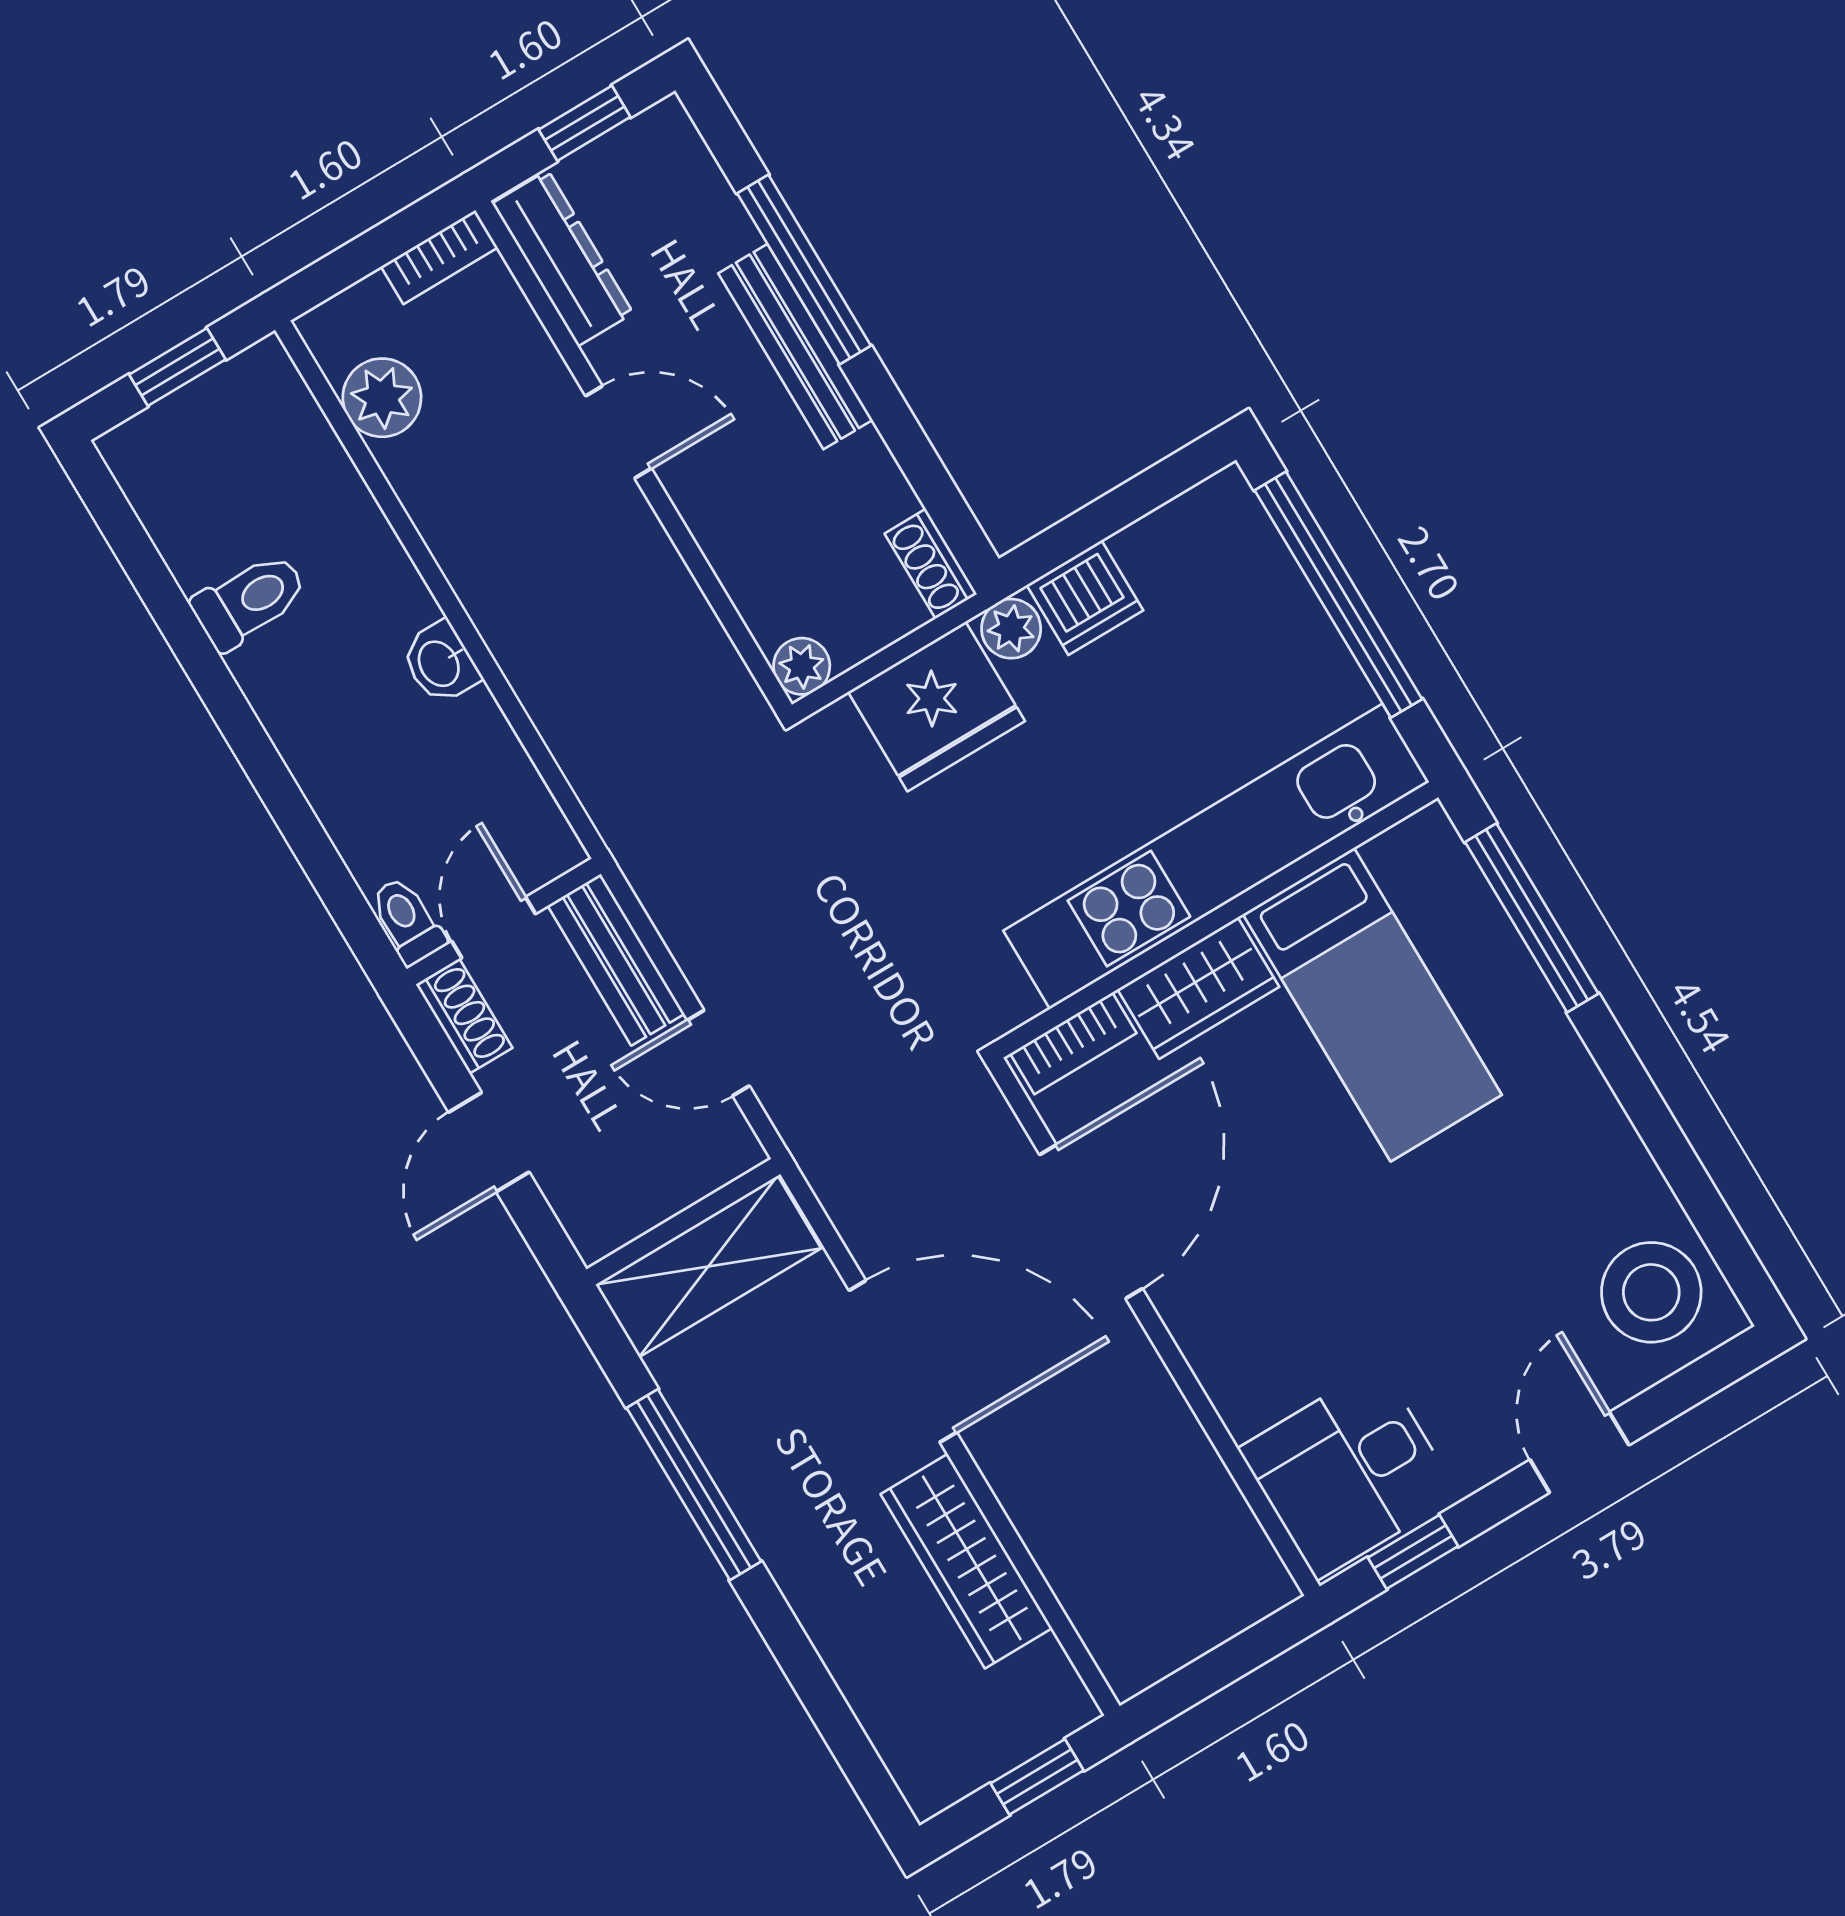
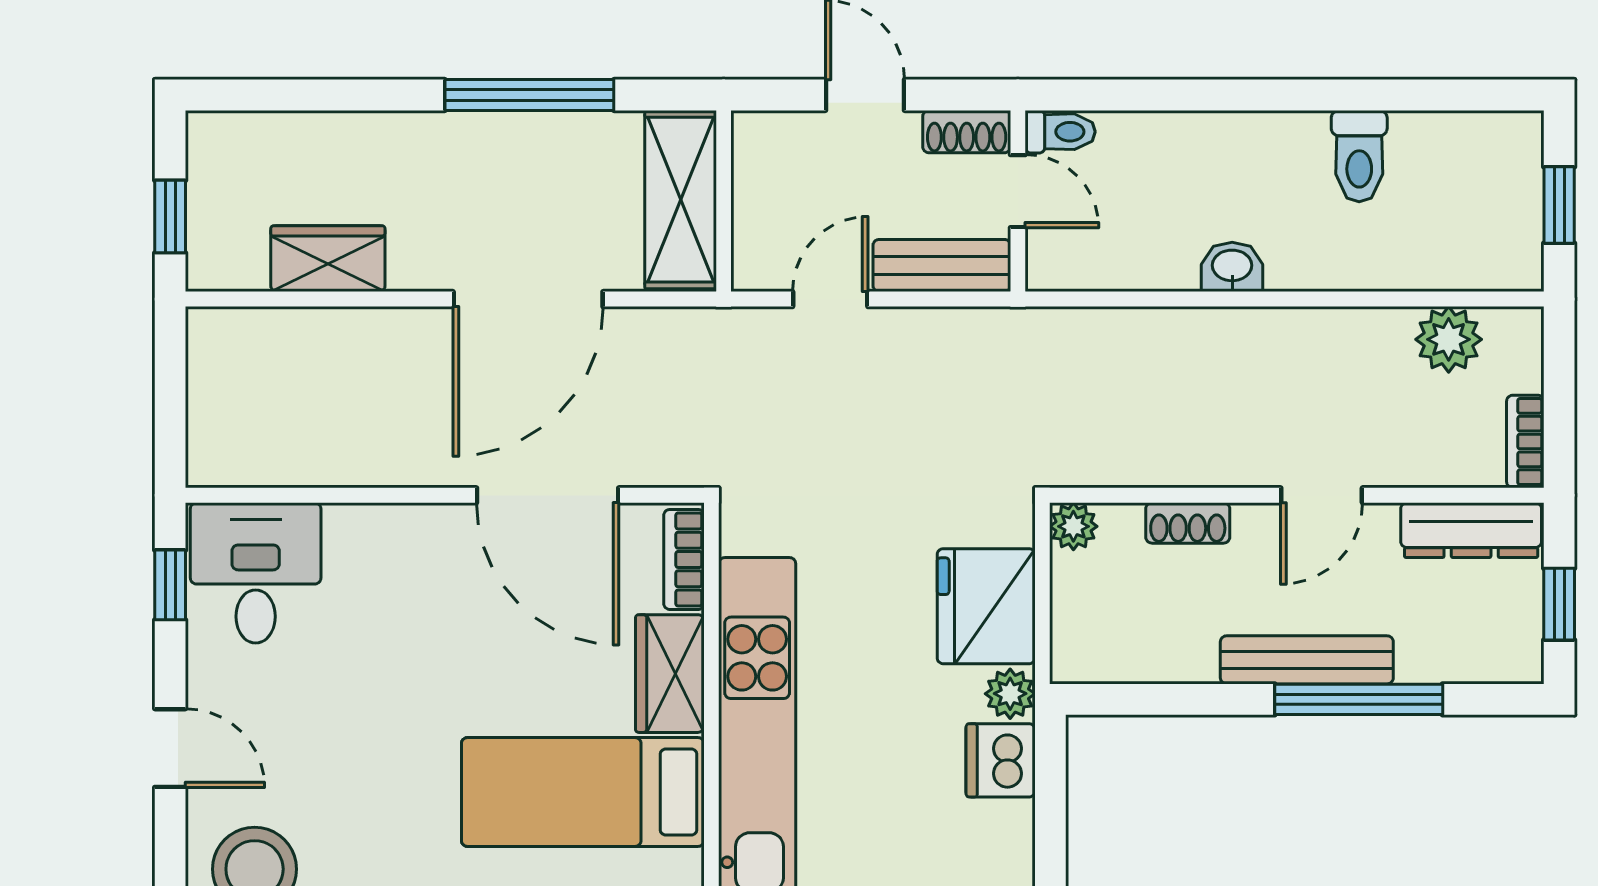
shoe rack: (931, 564) -> (1188, 523), moved, turned 180
wardrobe: (966, 1561) -> (328, 259), width x0.67

